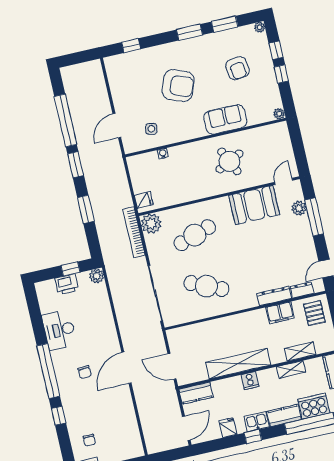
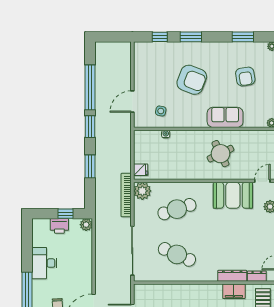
window: (190, 32) -> (191, 37), moved

